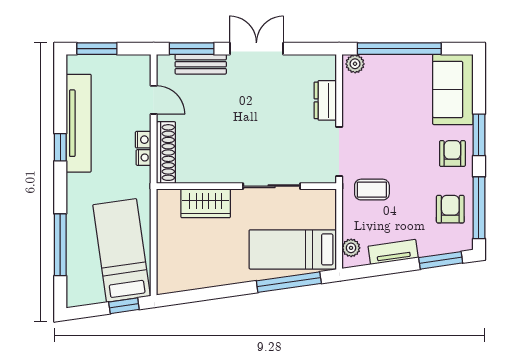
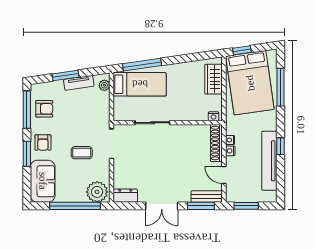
window: (97, 49) -> (246, 206), moved
bench: (201, 64) -> (207, 197), moved
plant: (355, 64) -> (97, 192), width x1.87, depth x1.87
dresser: (325, 100) -> (125, 196), moved, turned -90
coffee table: (372, 190) -> (82, 153), moved
nightstand: (171, 197) -> (214, 116), added
wardrobe: (206, 203) -> (214, 79), moved, turned -90
armchair: (450, 209) -> (44, 109), turned -90
bed: (122, 250) -> (250, 83), width x1.50
window: (441, 260) -> (66, 76), moved

